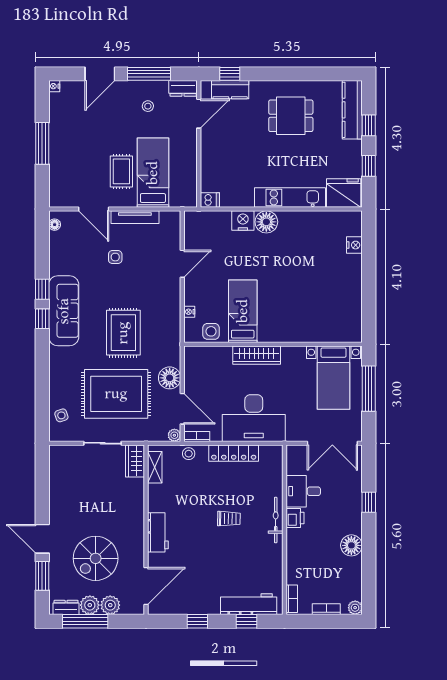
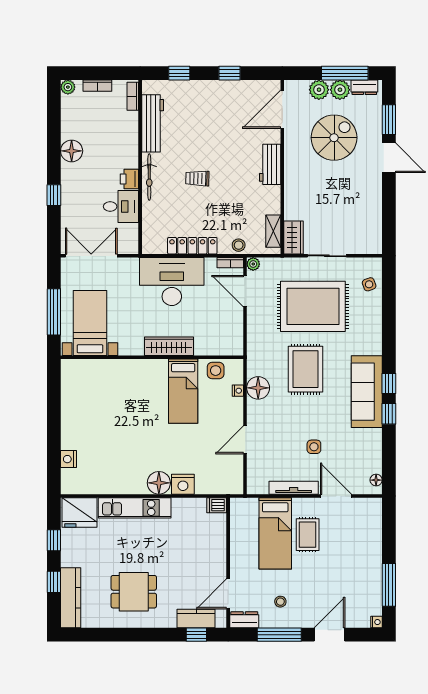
window: (42, 143) -> (389, 585), moved
floor lamp: (170, 378) -> (258, 388), moved
workbench: (249, 604) -> (153, 123), moved, turned -90

